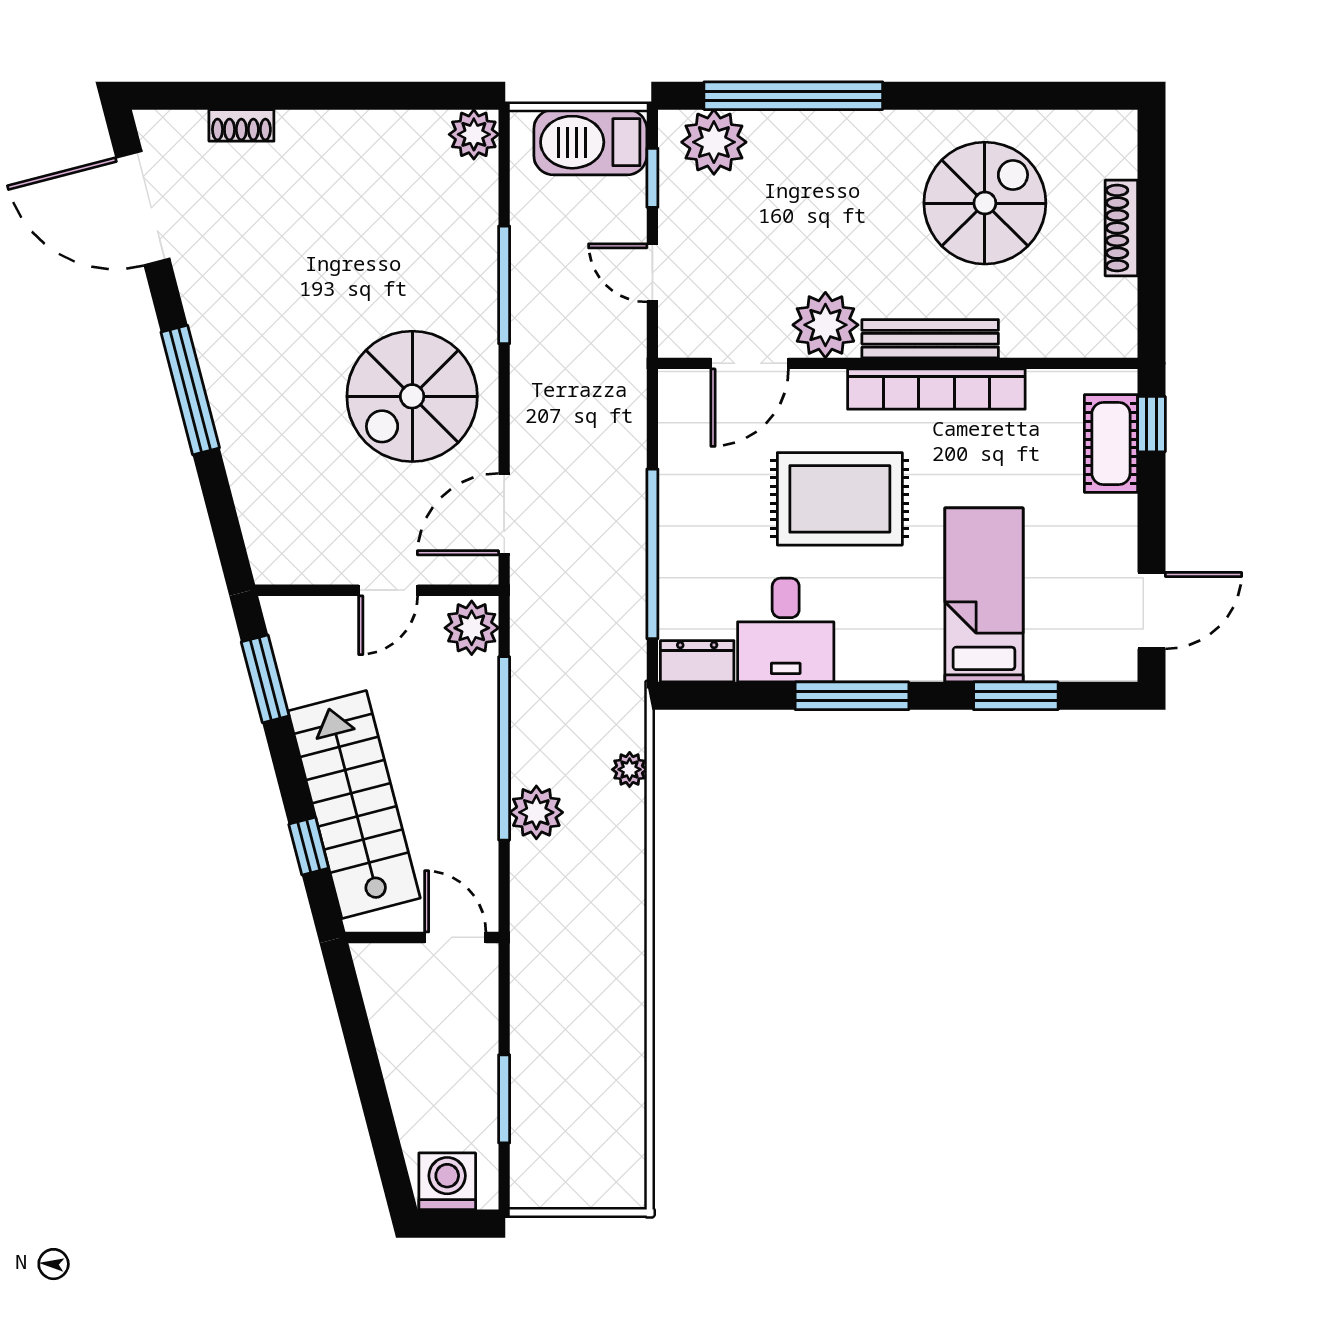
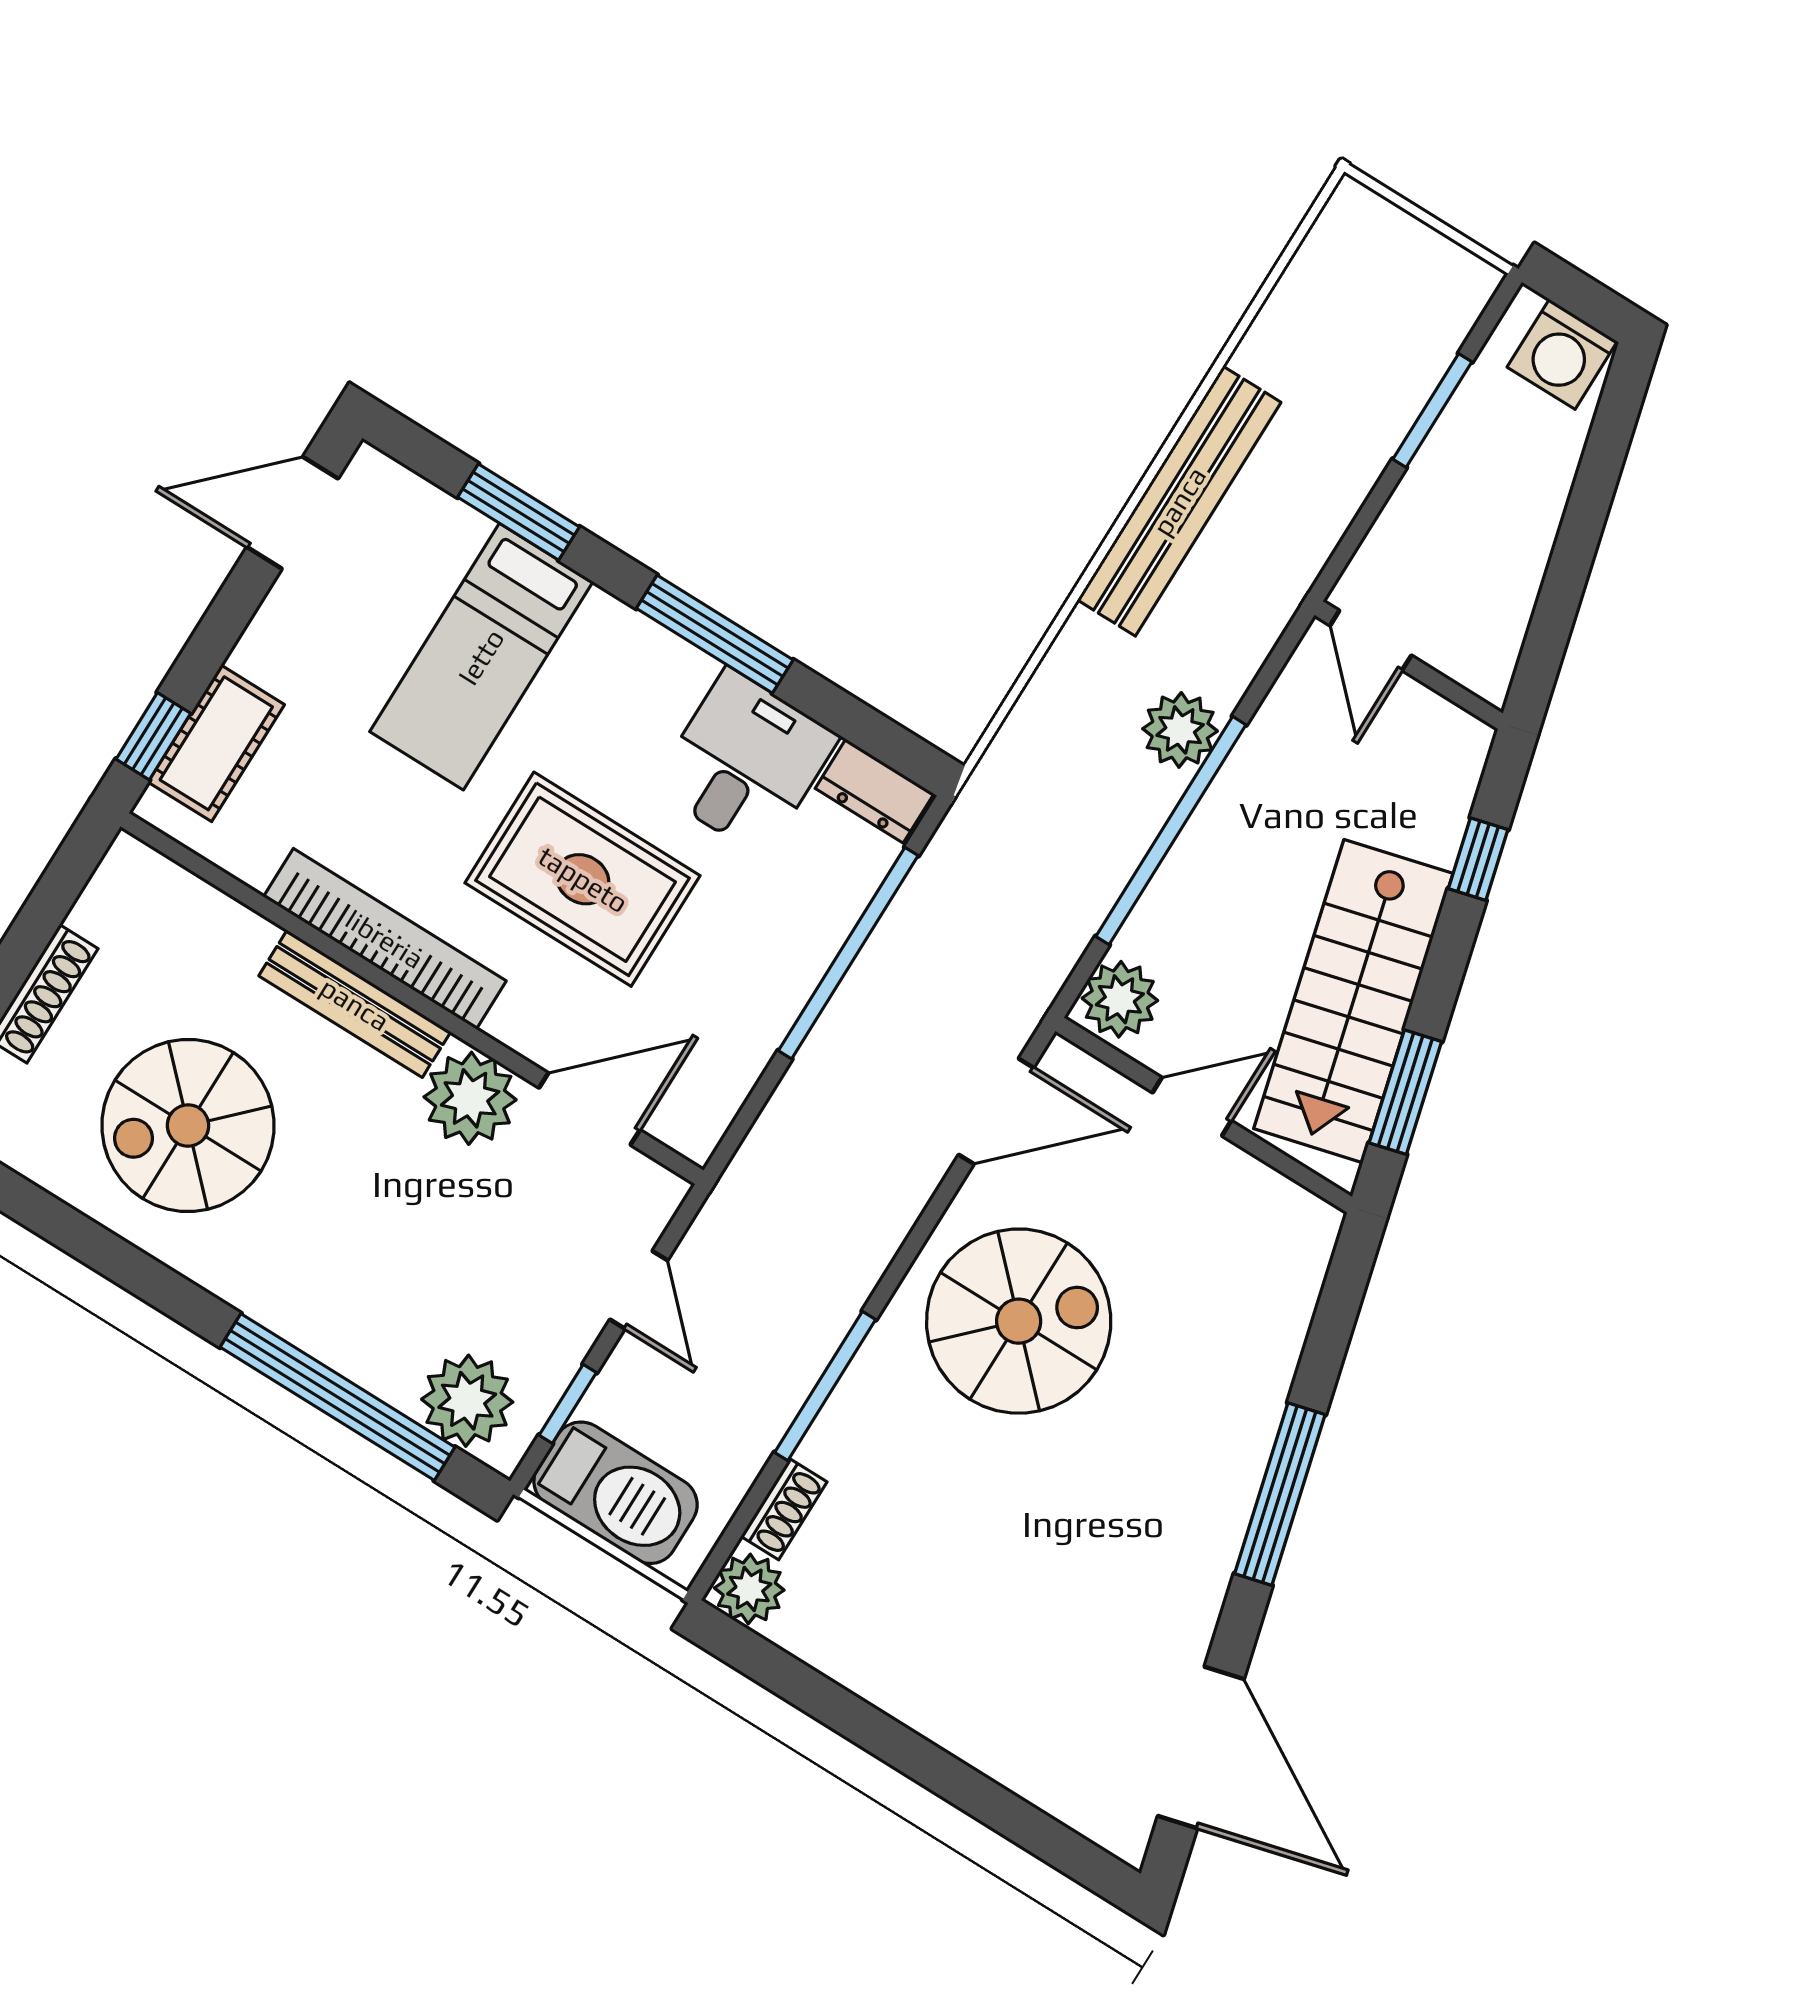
shoe rack: (241, 125) -> (784, 1509), moved, turned 90
plant: (630, 769) -> (1036, 712), removed
stairs: (354, 804) -> (1353, 1001), moved
bench: (622, 950) -> (1179, 501), added

